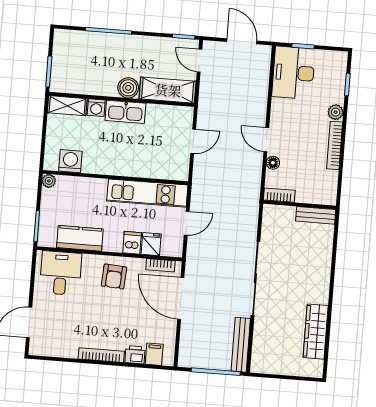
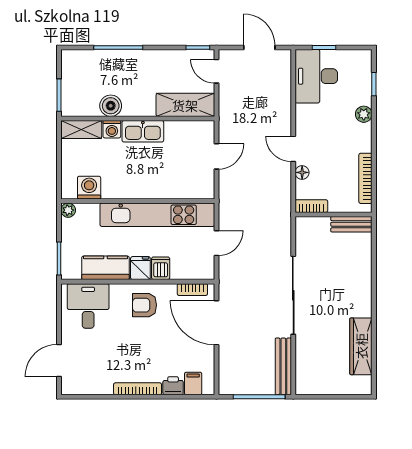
boiler: (128, 88) -> (111, 106), moved
bookcase: (335, 145) -> (365, 178), moved
kitchen unit: (147, 193) -> (157, 215), width x1.36
fridge: (151, 244) -> (140, 268), moved
armchair: (114, 276) -> (144, 305), turned 86

